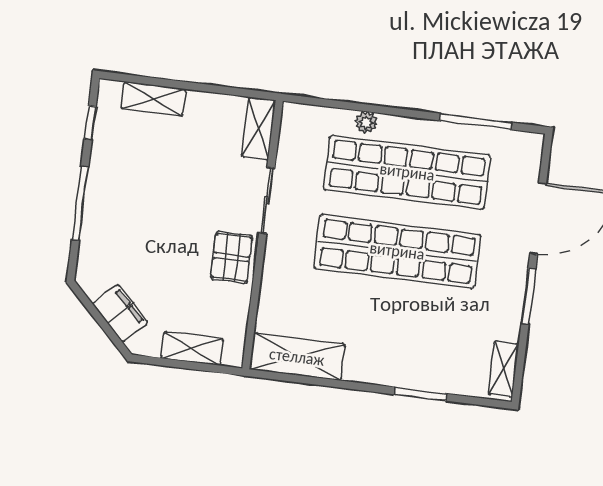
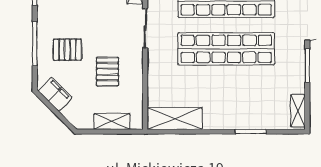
pallet: (133, 220) -> (67, 50), added
pallet: (232, 257) -> (107, 72), moved
filing cabinet: (120, 313) -> (55, 94), moved

